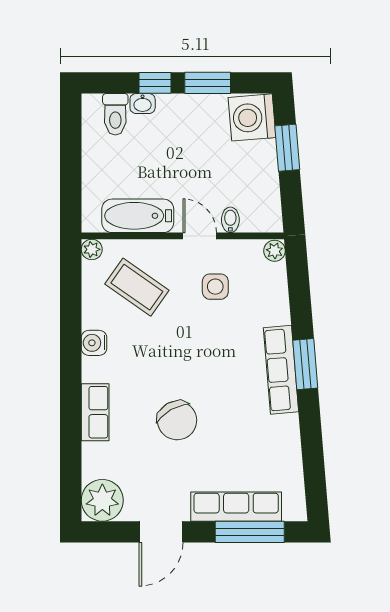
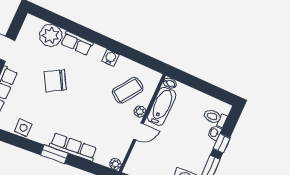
bidet: (230, 220) -> (170, 83), moved
plant: (92, 249) -> (140, 112), moved
side table: (215, 287) -> (23, 128), moved
row of seats: (281, 370) -> (73, 147), moved
plant: (102, 500) -> (51, 35), moved

